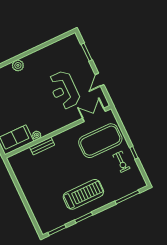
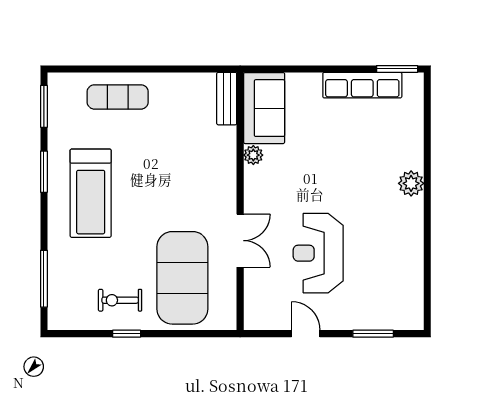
reception desk: (64, 90) -> (318, 253), turned -90
double door: (94, 115) -> (240, 241), moved
bench: (42, 146) -> (227, 99), moved
exercise mat: (39, 202) -> (118, 97), added

